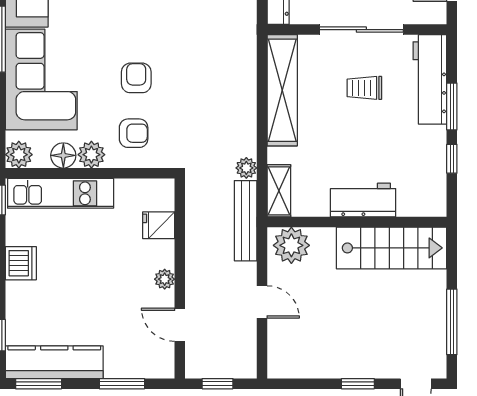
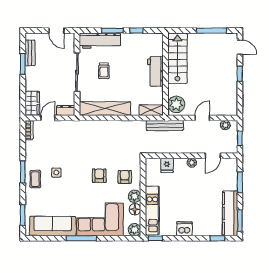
armchair: (136, 78) -> (99, 176), turned 90
plant: (246, 168) -> (225, 125), moved

